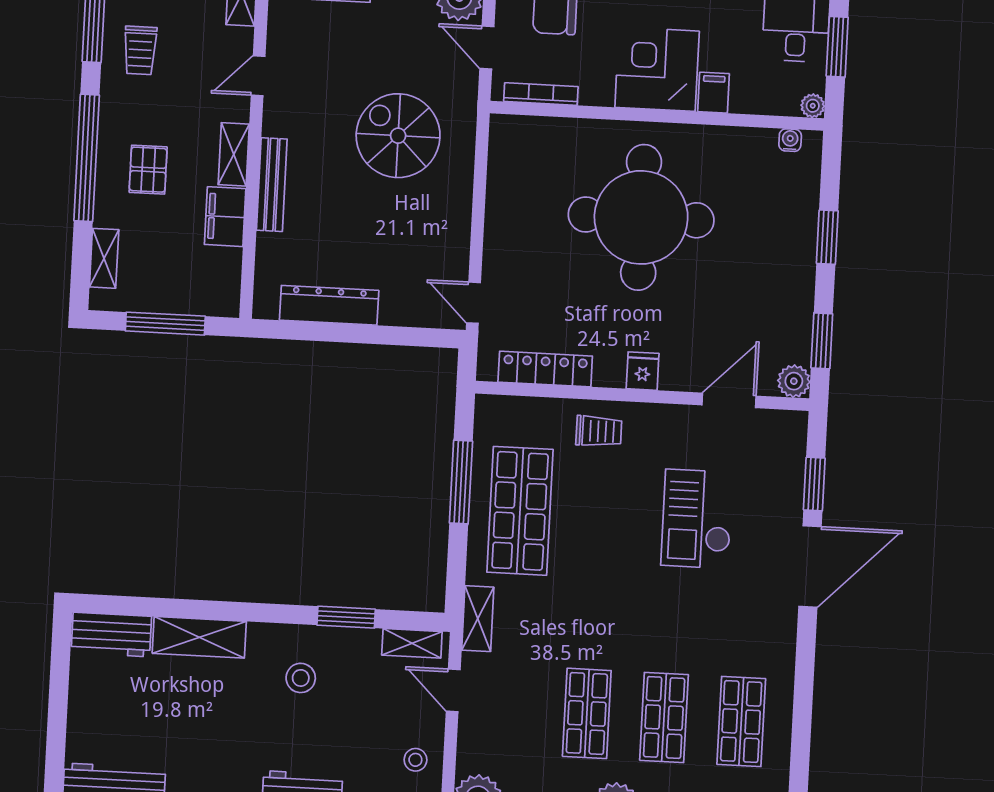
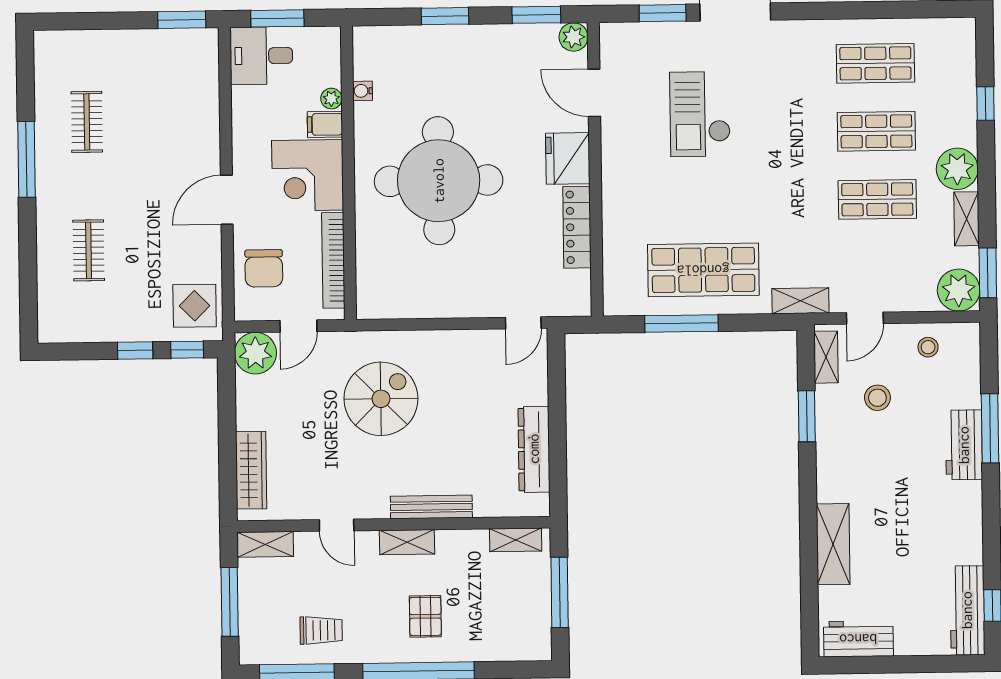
bookcase: (541, 94) -> (333, 260), width x1.48, depth x1.31
plant: (813, 106) -> (331, 99), moved
spiral stairs: (398, 136) -> (381, 399), turned 180
water cooler: (790, 140) -> (363, 91), moved
pallet: (148, 170) -> (425, 616), turned 90
filing cabinet: (225, 217) -> (462, 546), removed
shelving: (104, 258) -> (516, 540), moved
locker: (545, 369) -> (577, 227), moved
fridge: (643, 371) -> (568, 158), width x1.88, depth x1.34
trolley: (599, 431) -> (629, 205), removed
checkout: (697, 519) -> (700, 114), turned 90
workbench: (111, 635) -> (858, 639), moved, turned -90
stool: (301, 678) -> (877, 398), moved

